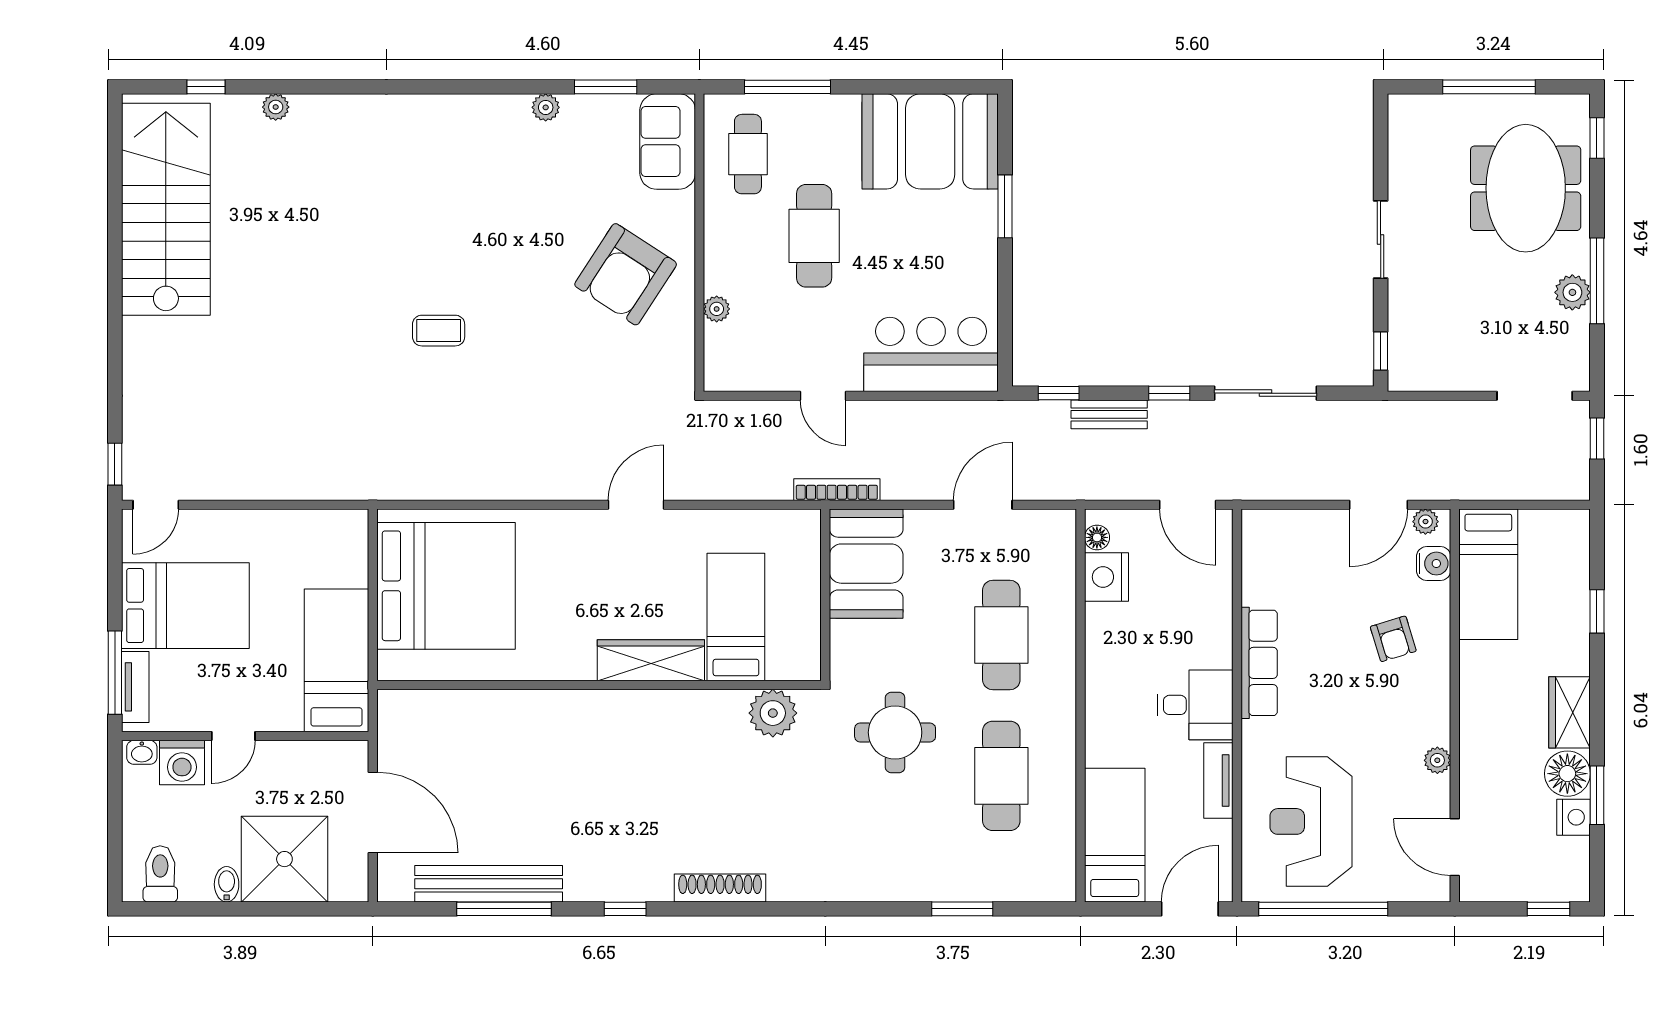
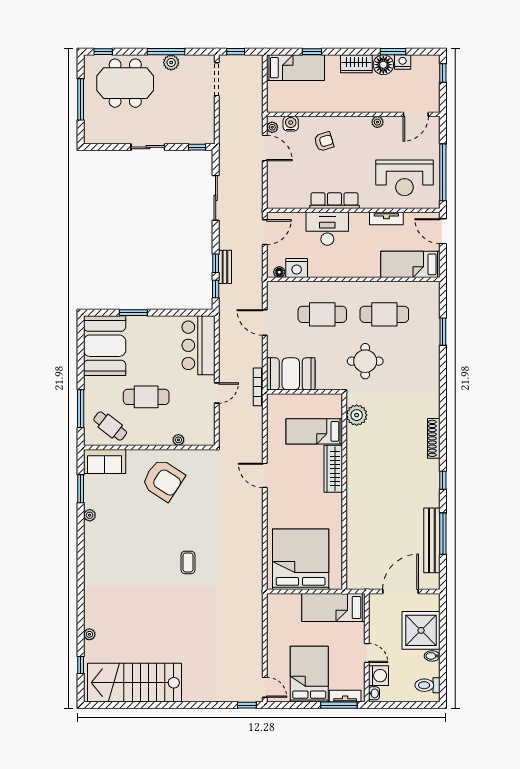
cafe table: (748, 154) -> (110, 426), turned 38
window: (1169, 393) -> (216, 263), moved
bed: (1488, 574) -> (295, 68), moved
desk: (1195, 705) -> (327, 229), moved, width x1.37

